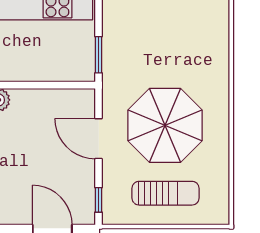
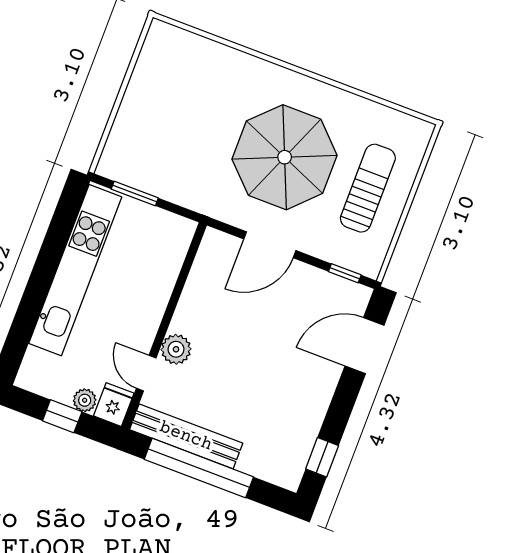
window: (99, 55) -> (135, 193), moved

